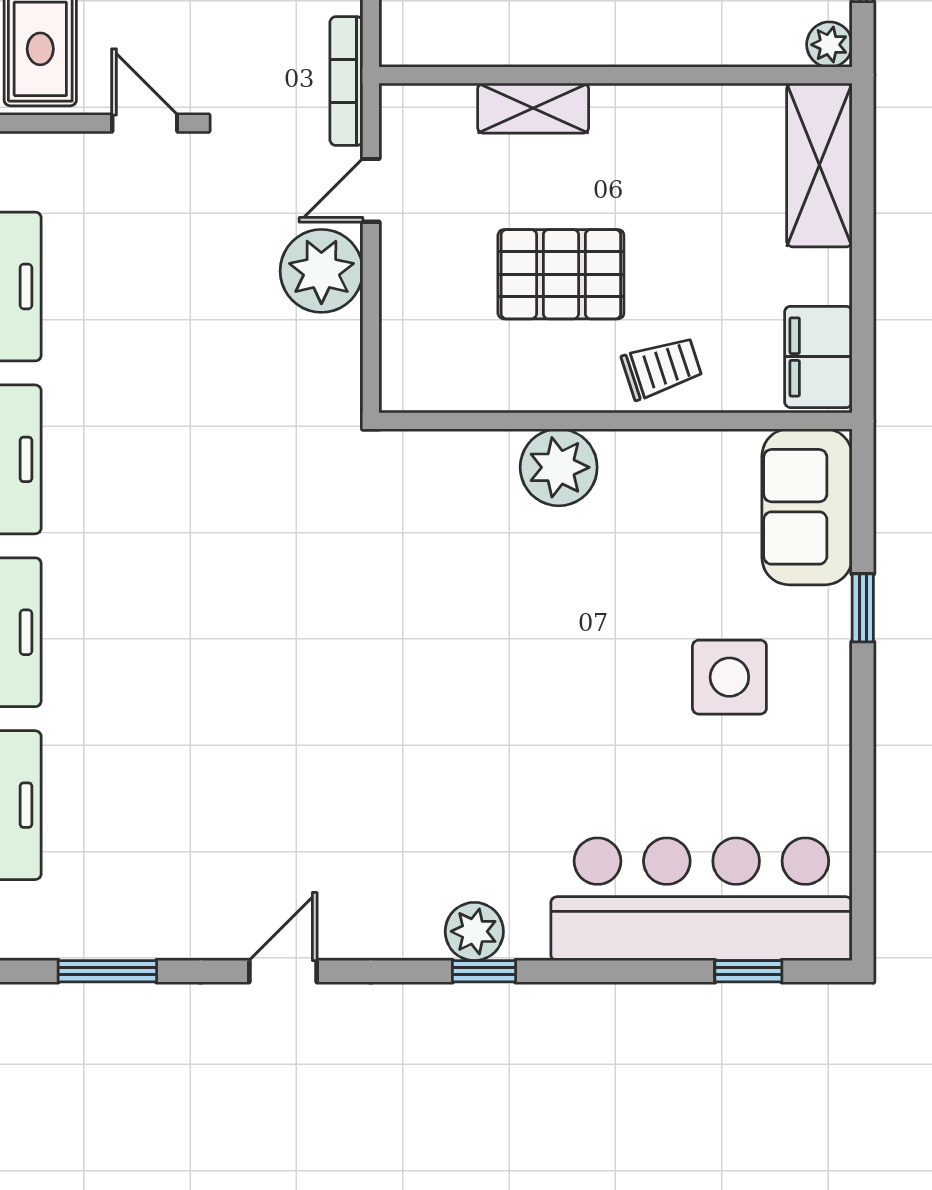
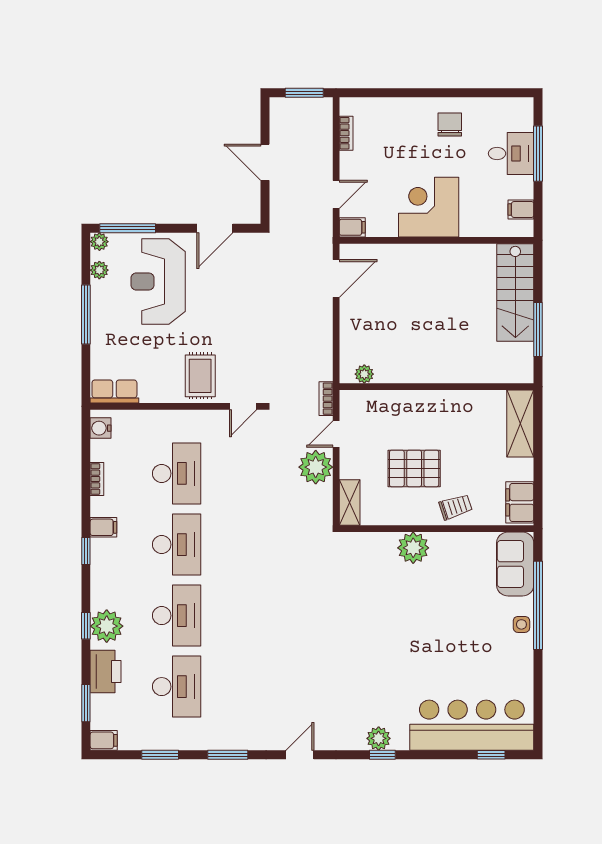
plant: (829, 45) -> (364, 374), moved
bookcase: (346, 81) -> (326, 399), width x0.64
shelving: (533, 108) -> (350, 503), moved, turned 90
door: (145, 123) -> (243, 406), swing flipped
window: (863, 608) -> (538, 605), width x3.17
side table: (729, 677) -> (521, 624), moved, width x0.54, depth x0.54

